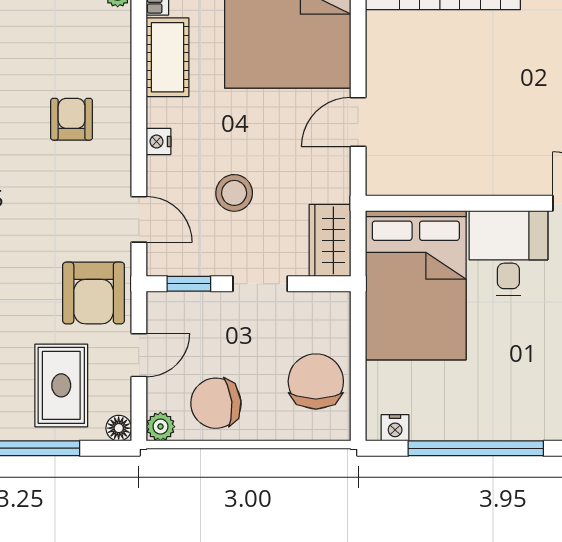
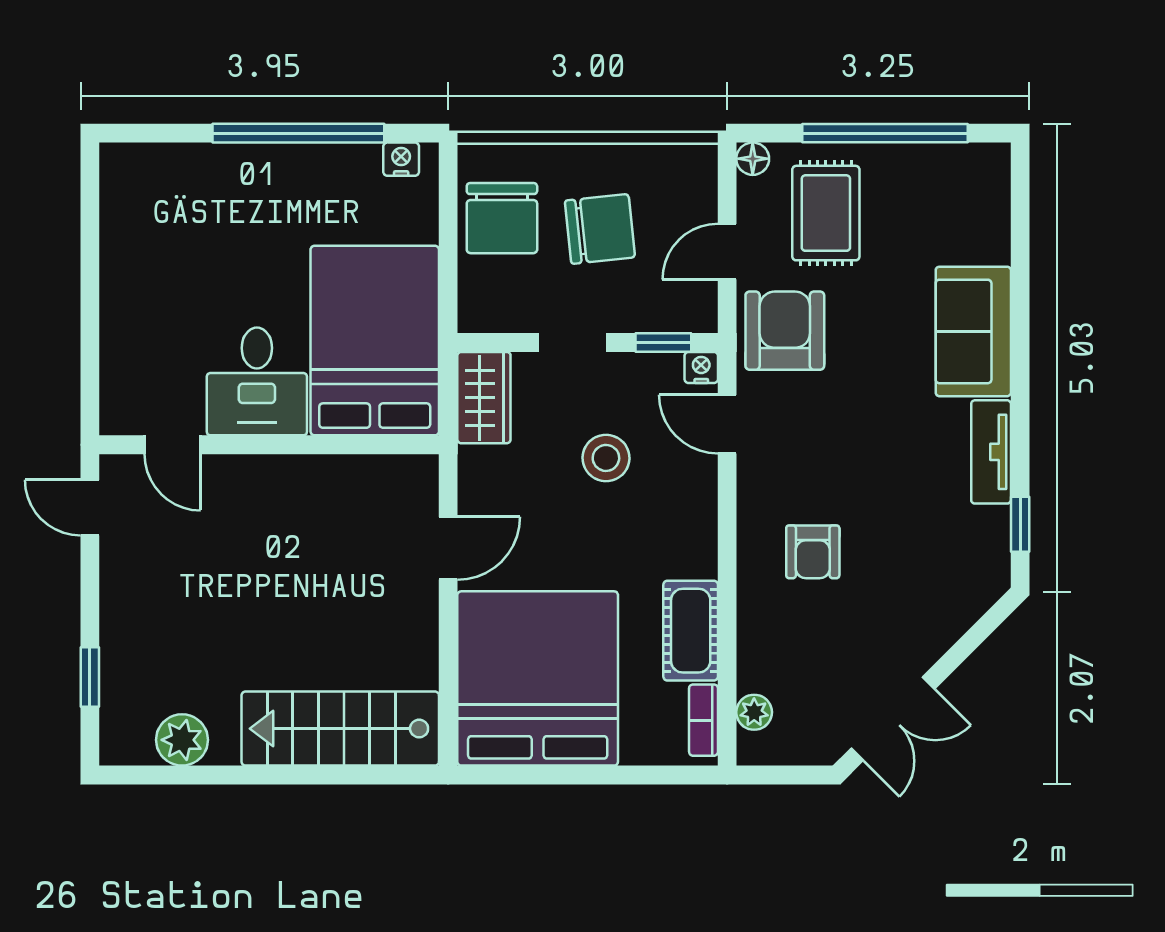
nightstand: (158, 141) -> (701, 367), moved, turned -90
chair: (216, 403) -> (600, 229), moved
plant: (160, 427) -> (700, 161), removed

